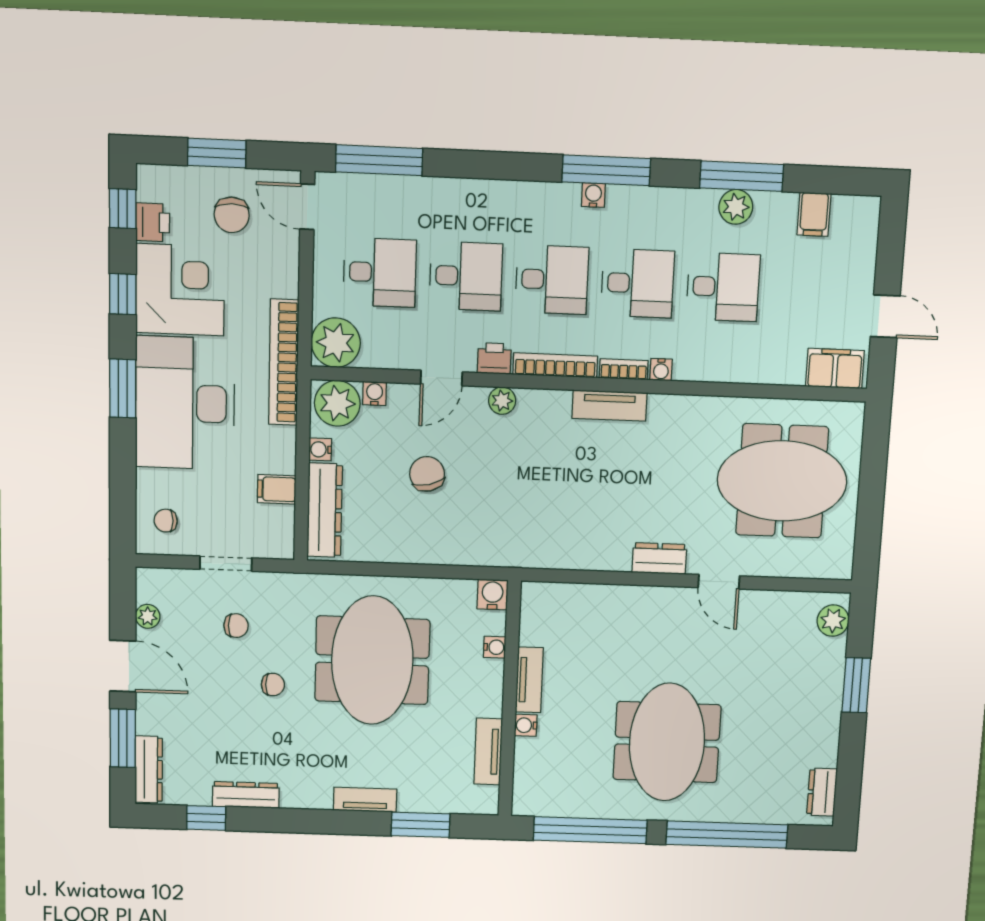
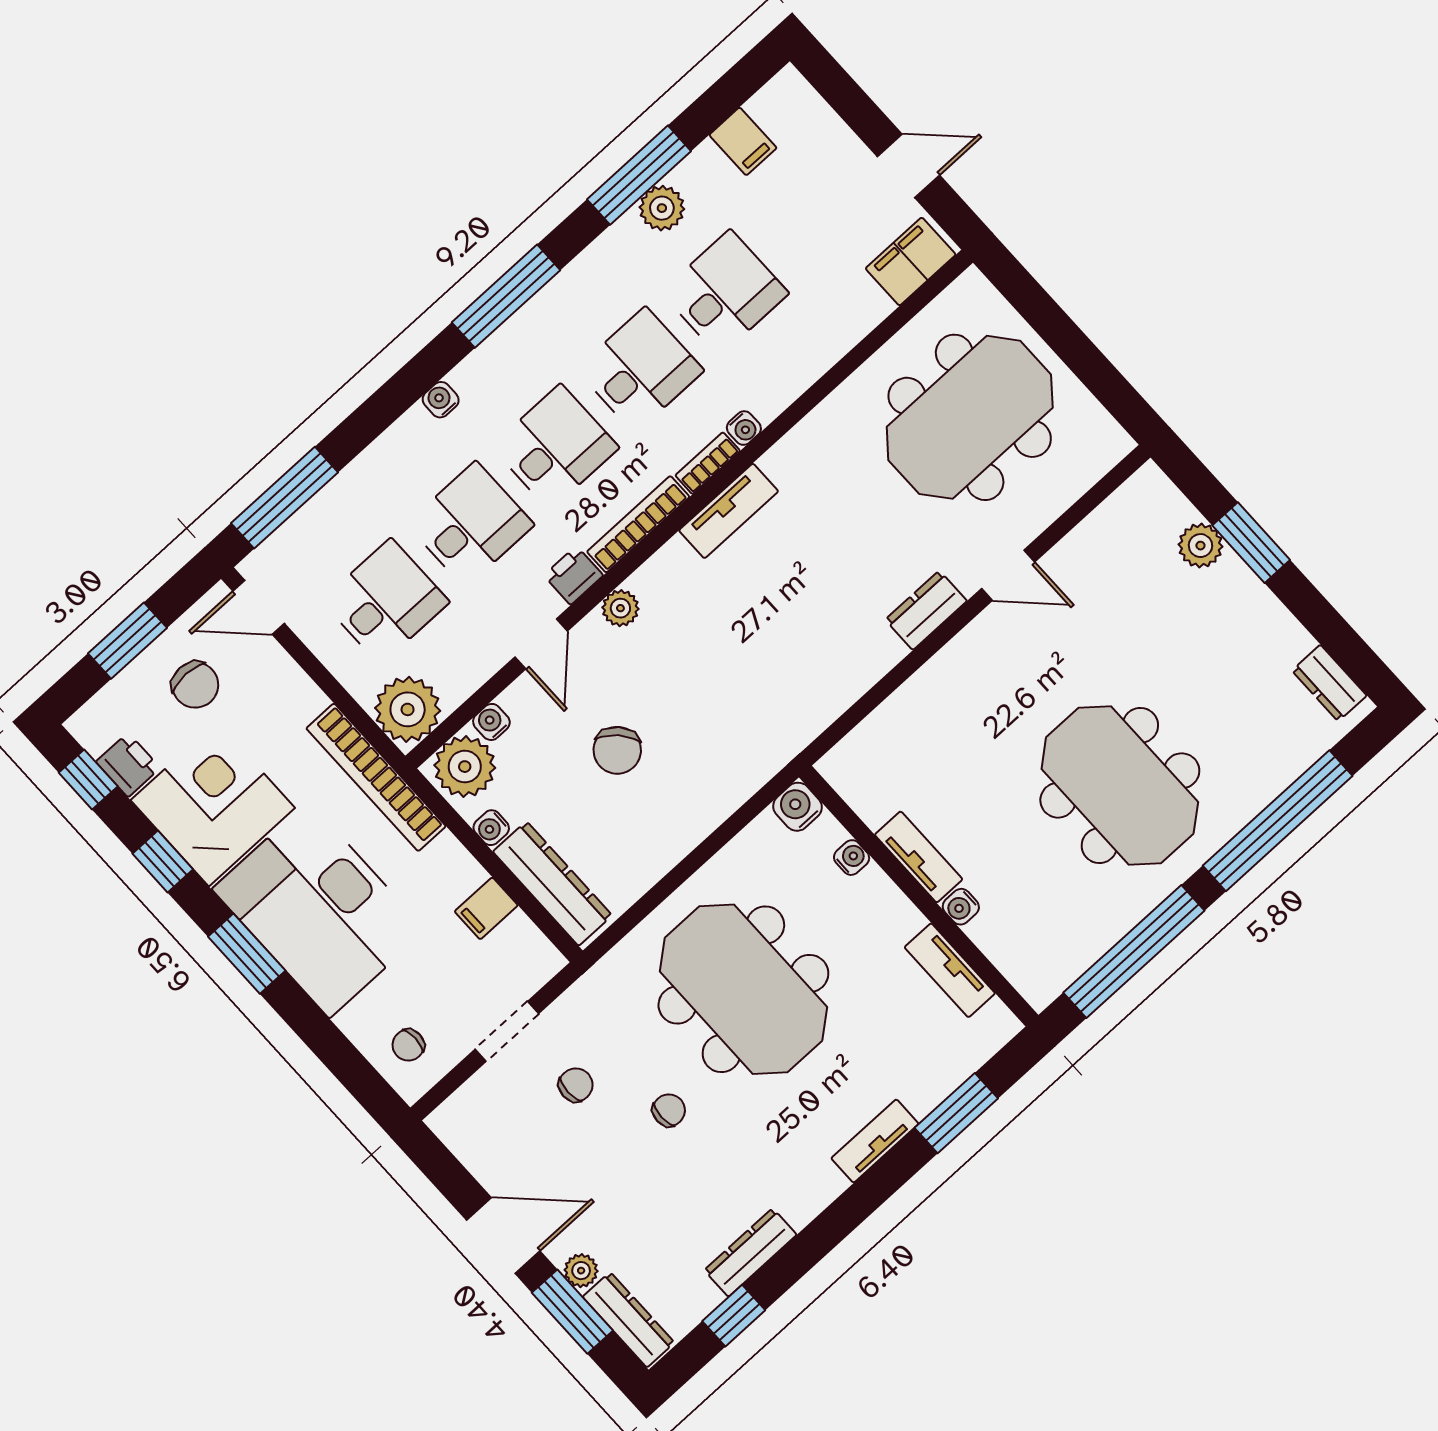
water cooler: (593, 195) -> (441, 400), moved
chair: (427, 474) -> (617, 750), turned -120
plant: (148, 616) -> (581, 1271), moved
plant: (833, 621) -> (1200, 546), moved

